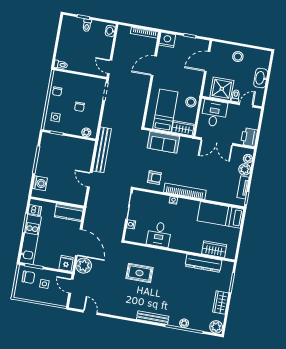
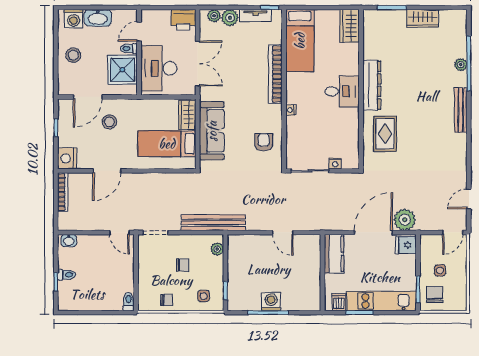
door: (207, 61) -> (88, 97), hinge flipped
washing machine: (263, 61) -> (74, 19), added
door: (154, 66) -> (107, 171), hinge flipped
door: (110, 67) -> (119, 232), hinge flipped
stool: (191, 102) -> (109, 122), moved
door: (246, 105) -> (139, 31), hinge flipped
desk: (214, 113) -> (159, 68), width x1.37
sofa: (163, 142) -> (212, 131), width x1.36
bench: (102, 150) -> (213, 223), moved
door: (90, 180) -> (283, 232), hinge flipped
washing machine: (40, 183) -> (271, 302), moved
bookcase: (185, 191) -> (275, 74), moved
desk: (159, 234) -> (342, 91), moved
wardrobe: (214, 249) -> (350, 26), moved
dresser: (203, 263) -> (372, 85), moved
rug: (139, 273) -> (385, 134), moved
door: (71, 286) -> (453, 232), moved
plant: (216, 327) -> (458, 19), removed

